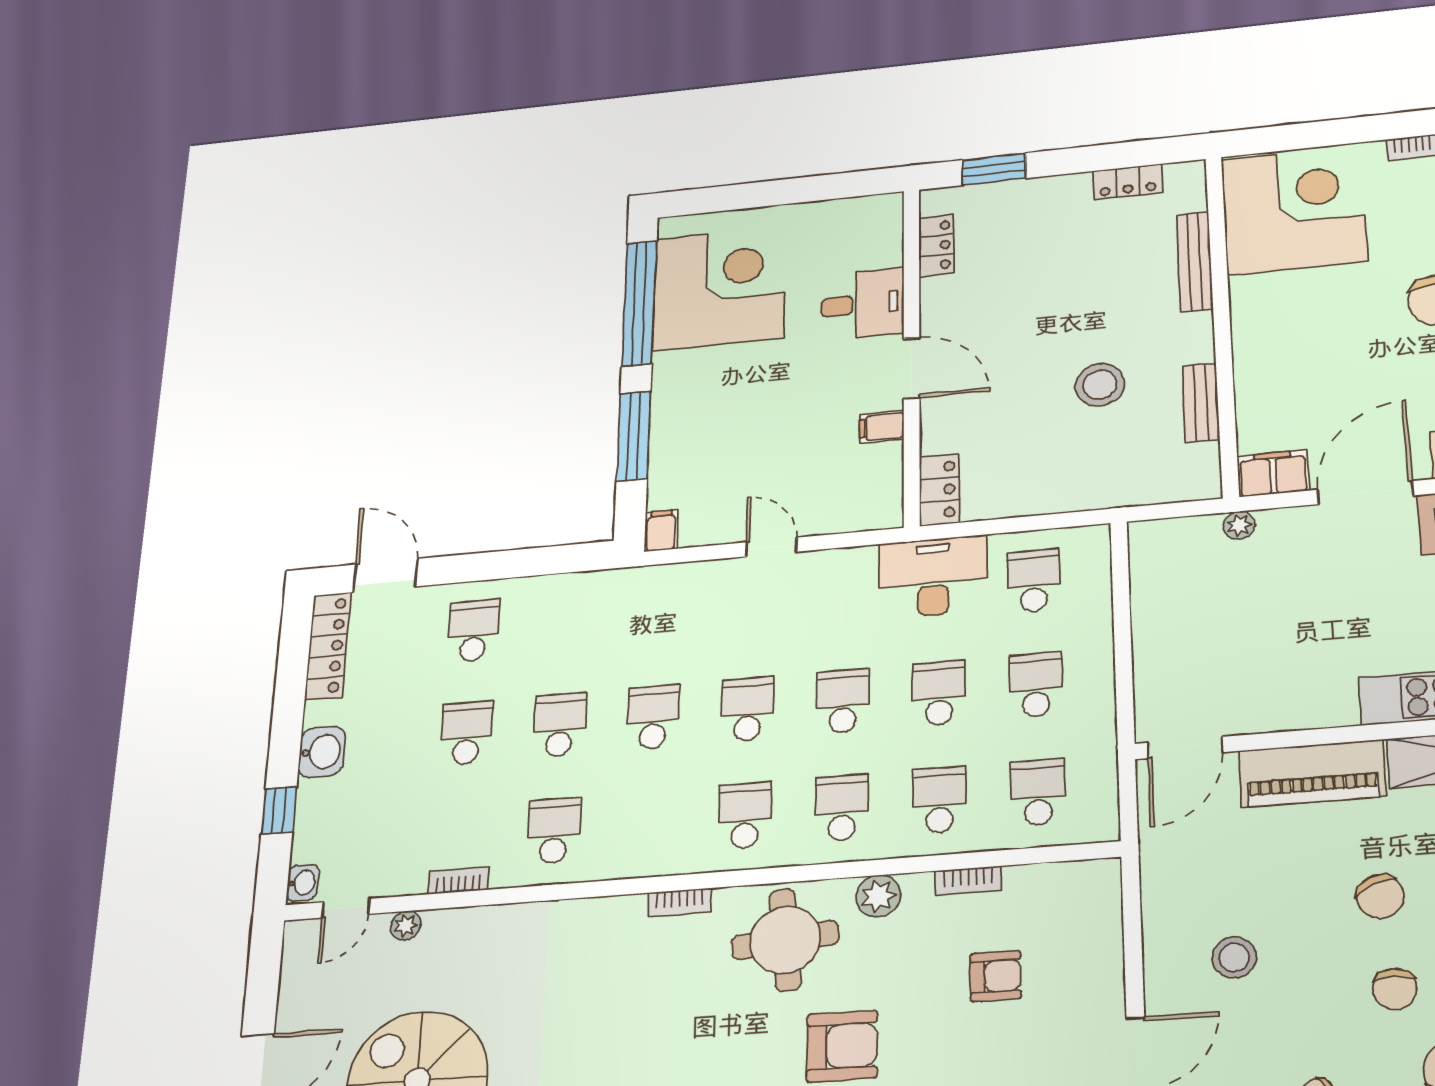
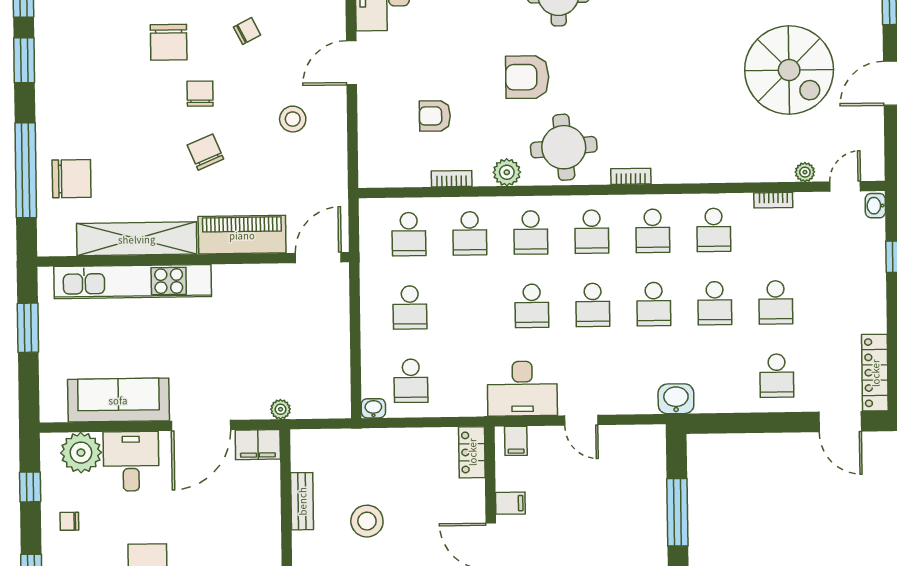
filing cabinet: (661, 530) -> (516, 441), moved
washbasin: (1092, 538) -> (373, 408), added
desk: (933, 577) -> (522, 389), moved
school desk: (939, 693) -> (653, 231), moved
washbasin: (322, 752) -> (676, 399), moved, turned 90

